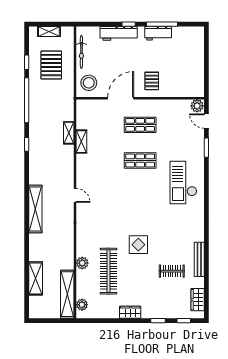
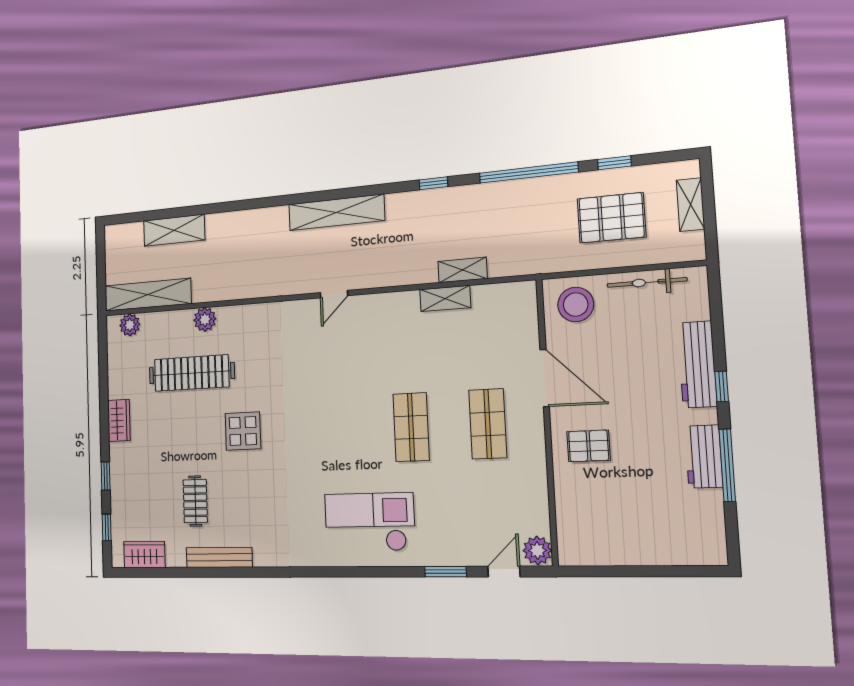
shelving: (35, 209) -> (336, 212), moved

